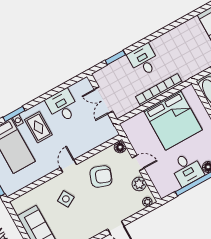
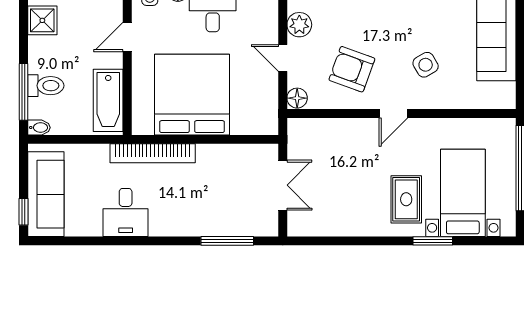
window: (115, 58) -> (227, 241), width x1.44
desk: (144, 60) -> (126, 212), moved
bookcase: (159, 90) -> (153, 153), moved
desk: (62, 106) -> (351, 211), removed

